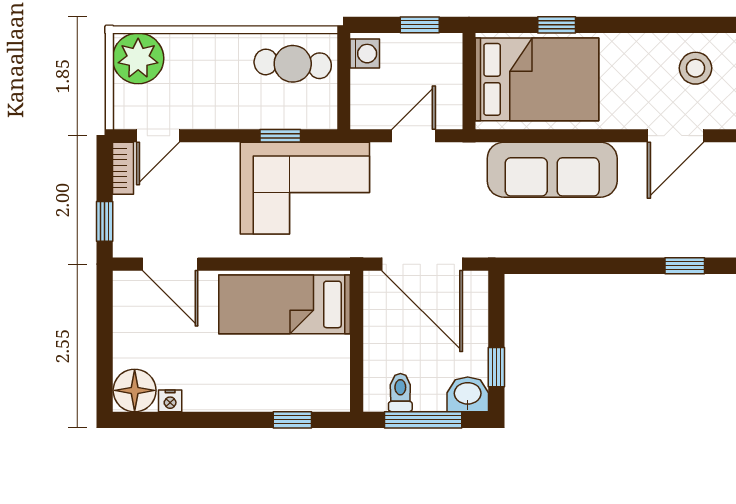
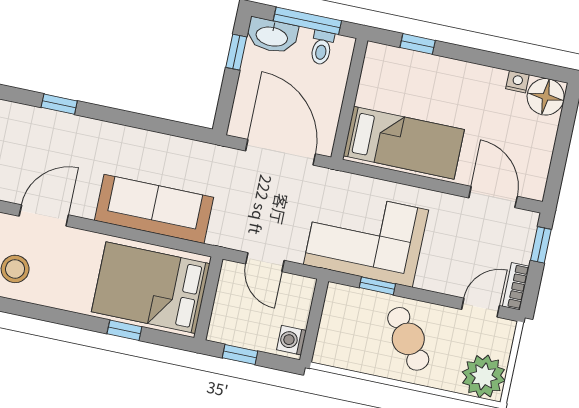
cafe table: (293, 64) -> (408, 339), moved, turned 50
door: (414, 136) -> (265, 262), hinge flipped
washbasin: (468, 394) -> (272, 36), width x1.38

